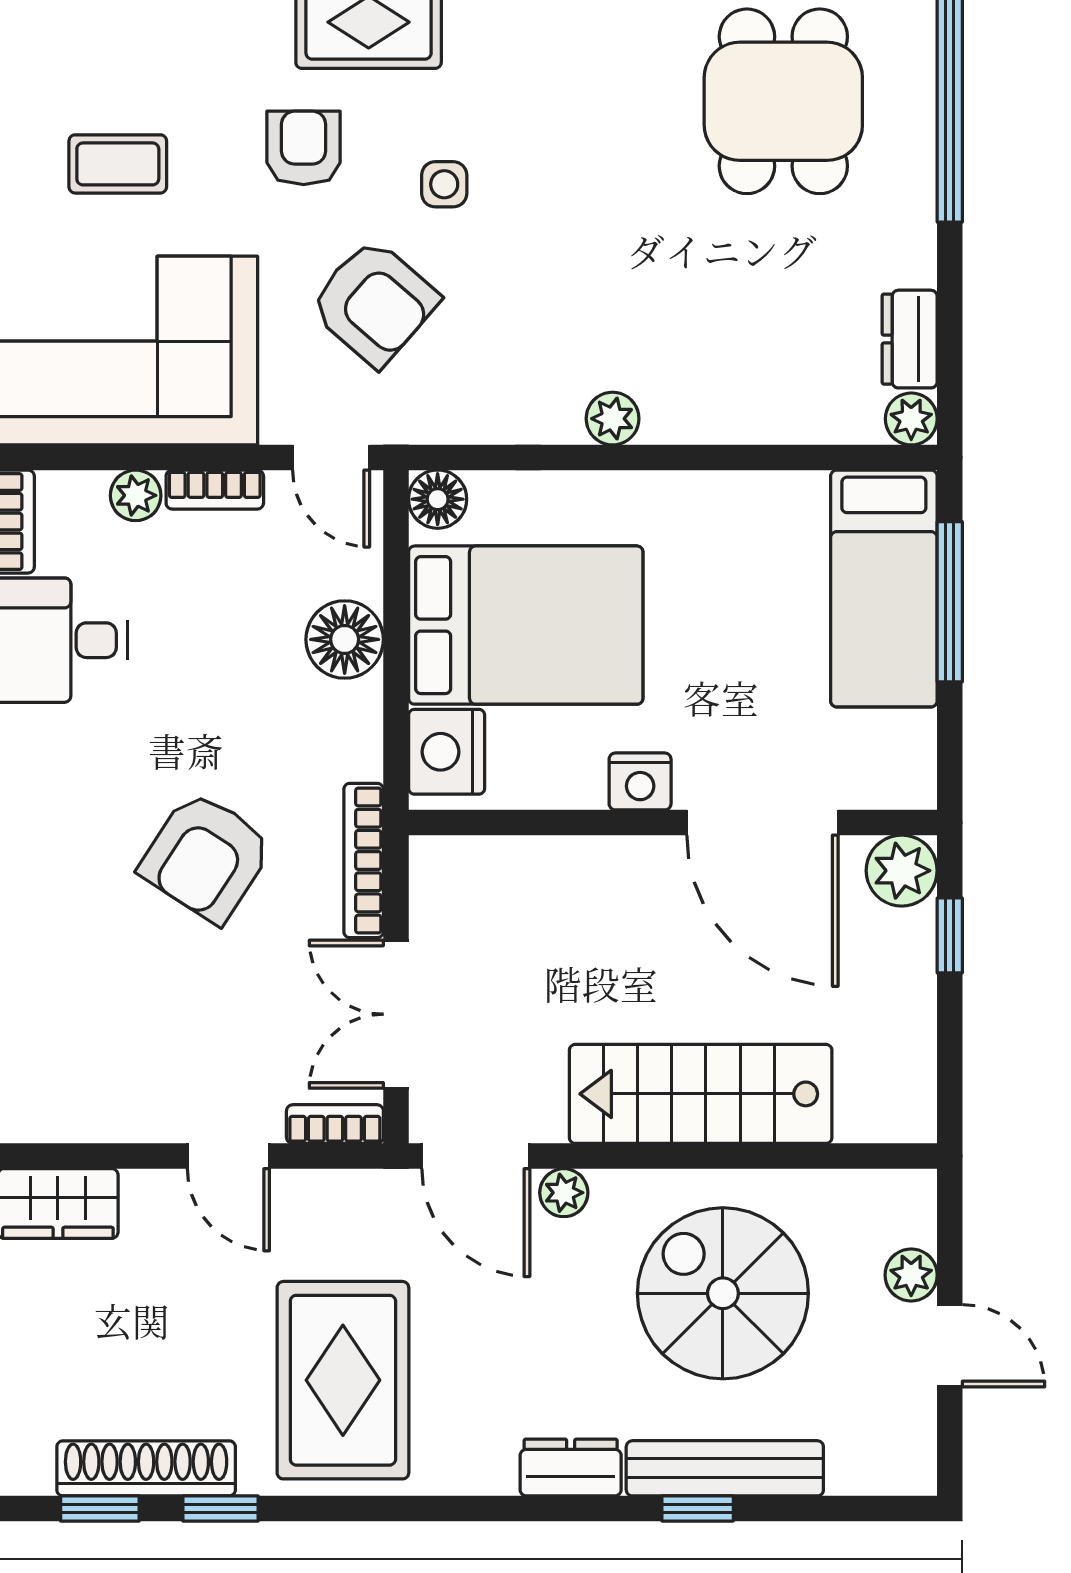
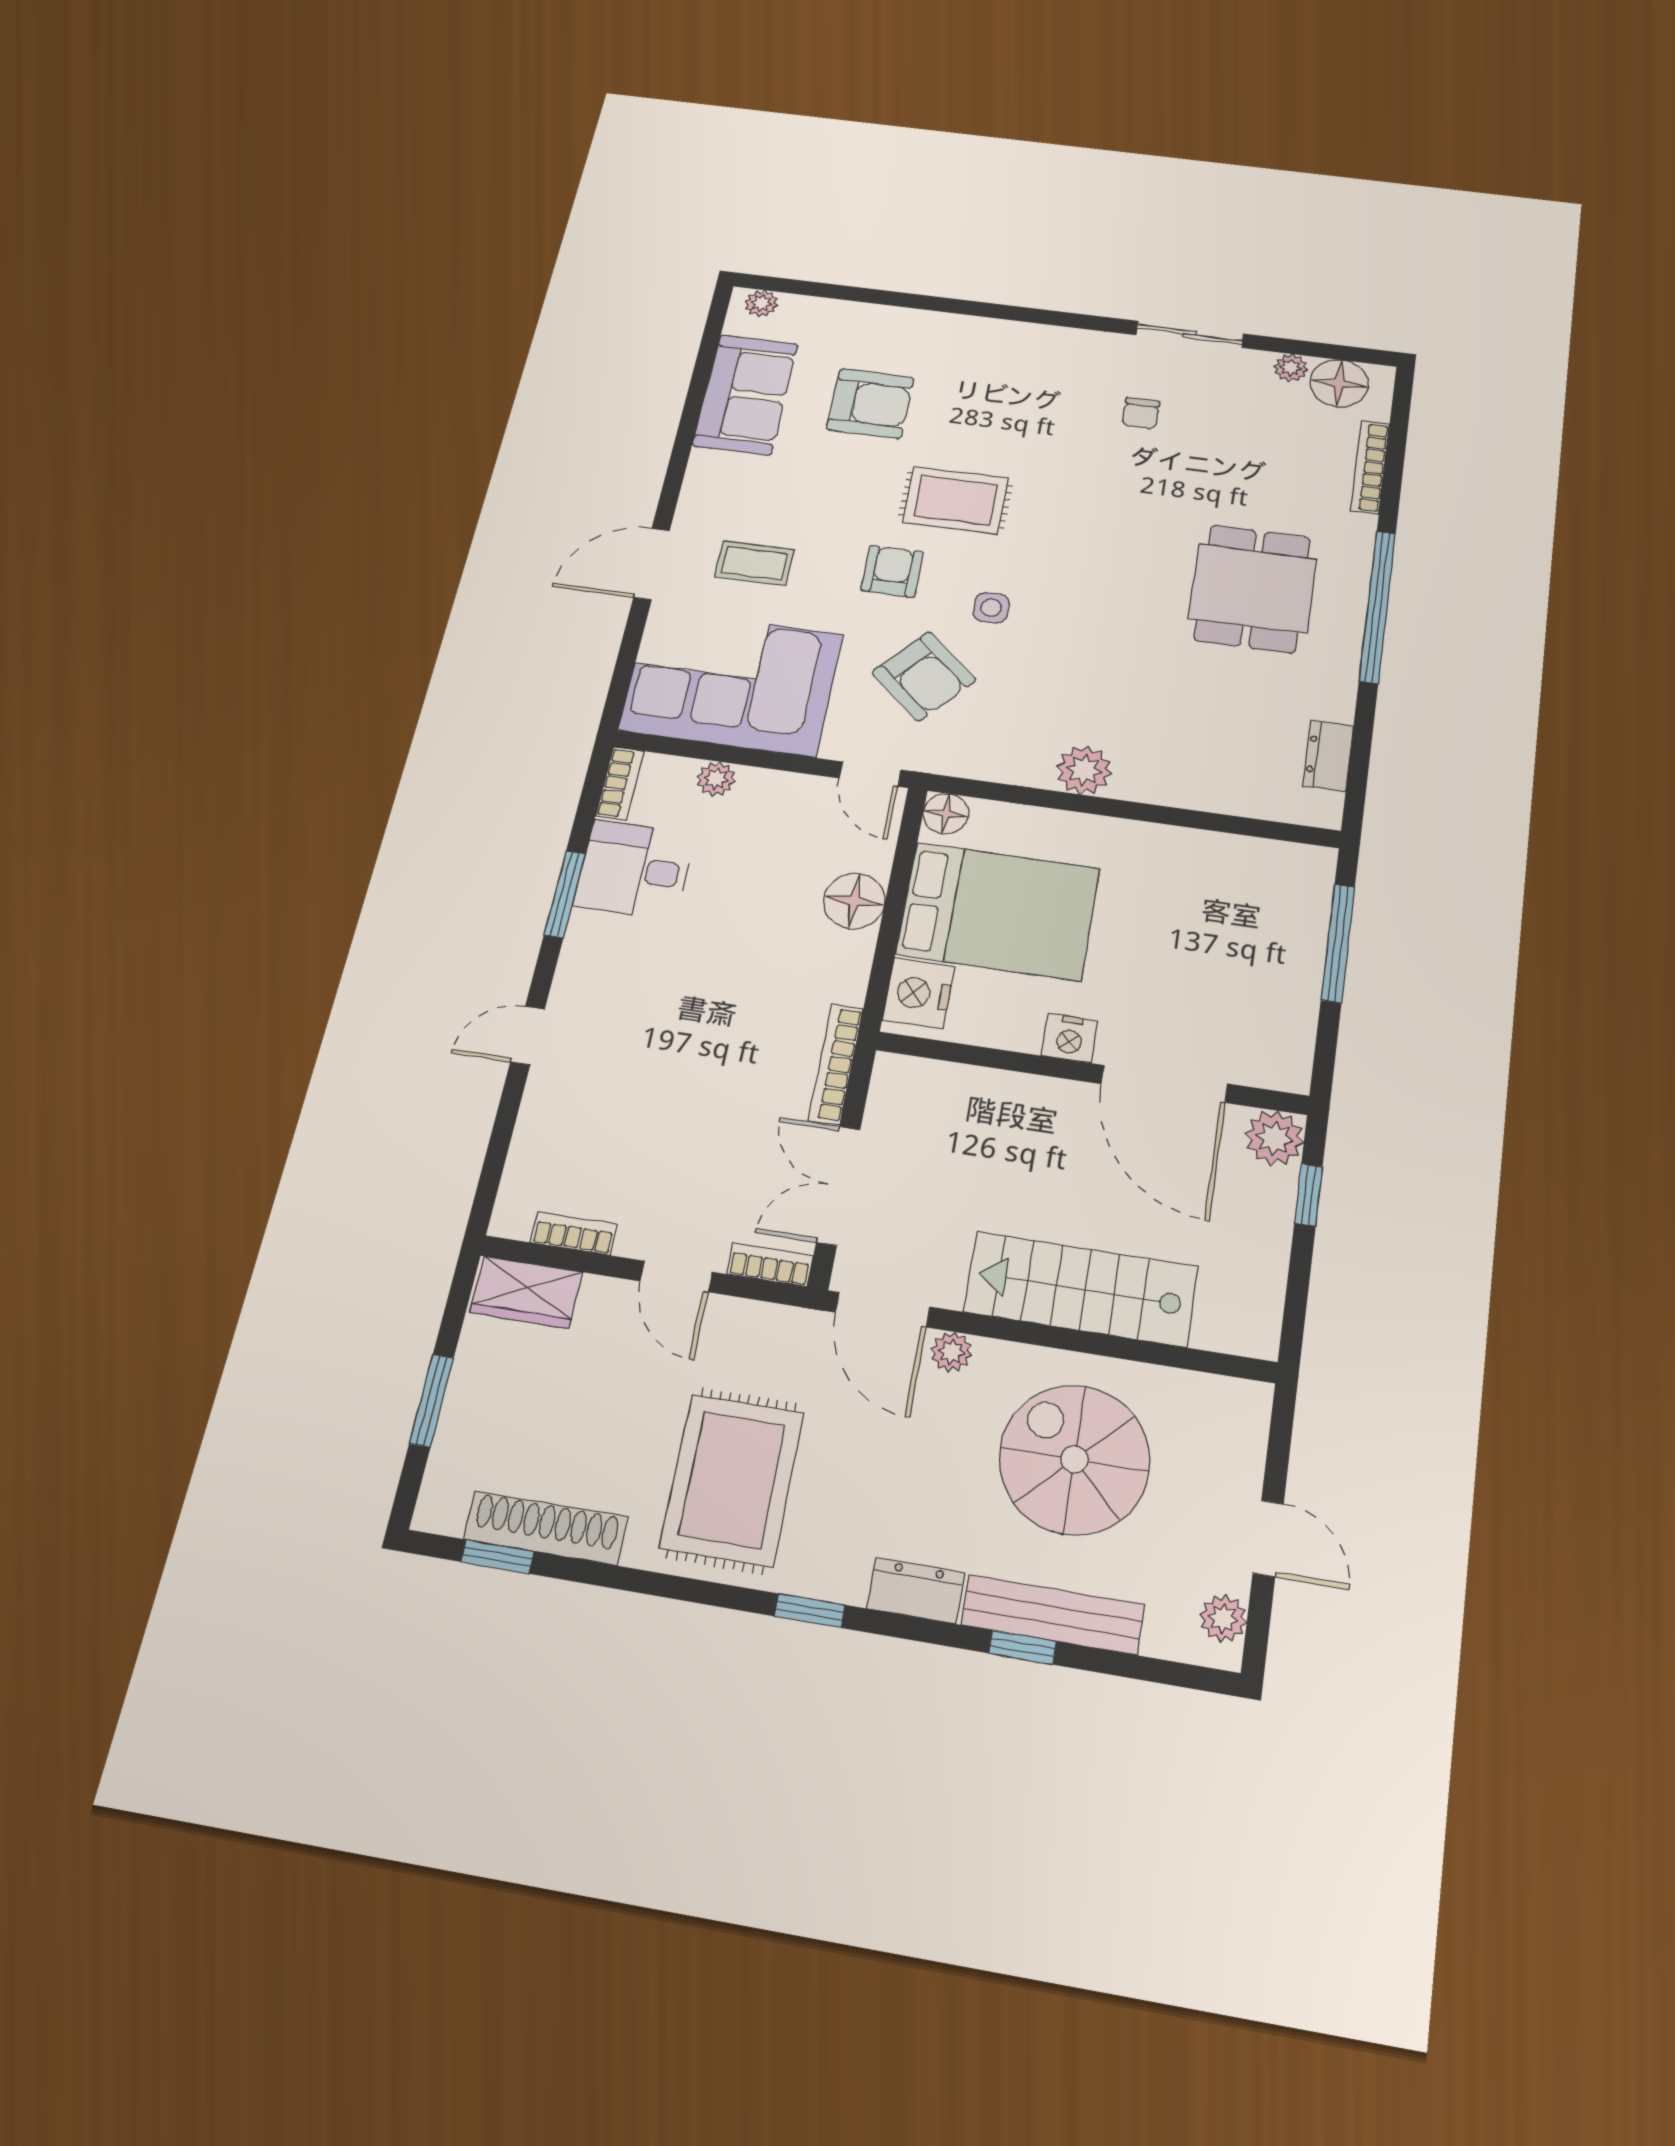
plant: (613, 419) -> (1084, 770), width x1.38, depth x1.38
plant: (911, 419) -> (1323, 810), removed
bookcase: (215, 490) -> (574, 1233), moved, turned 180
bed: (884, 588) -> (1286, 926), removed
armchair: (206, 857) -> (711, 1042), removed
plant: (911, 1275) -> (1223, 1618), moved
window: (220, 1509) -> (810, 1611), moved

